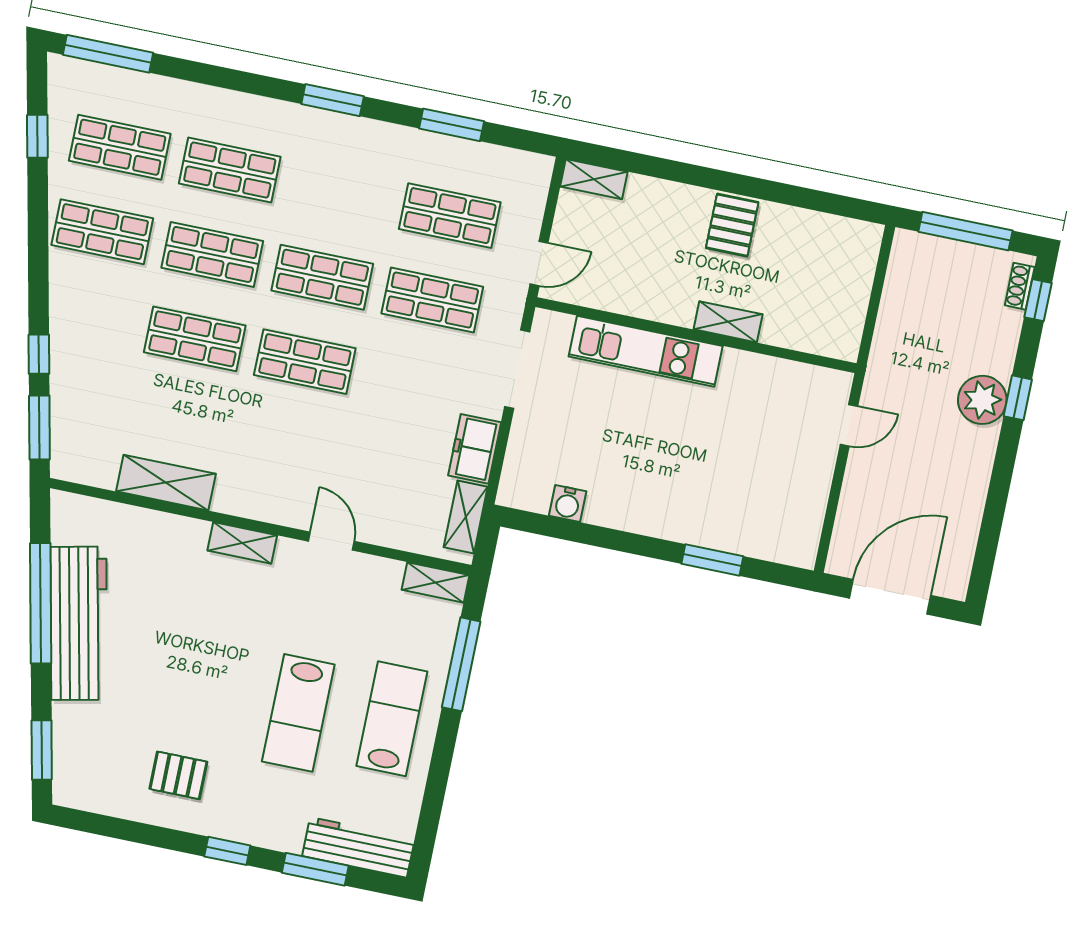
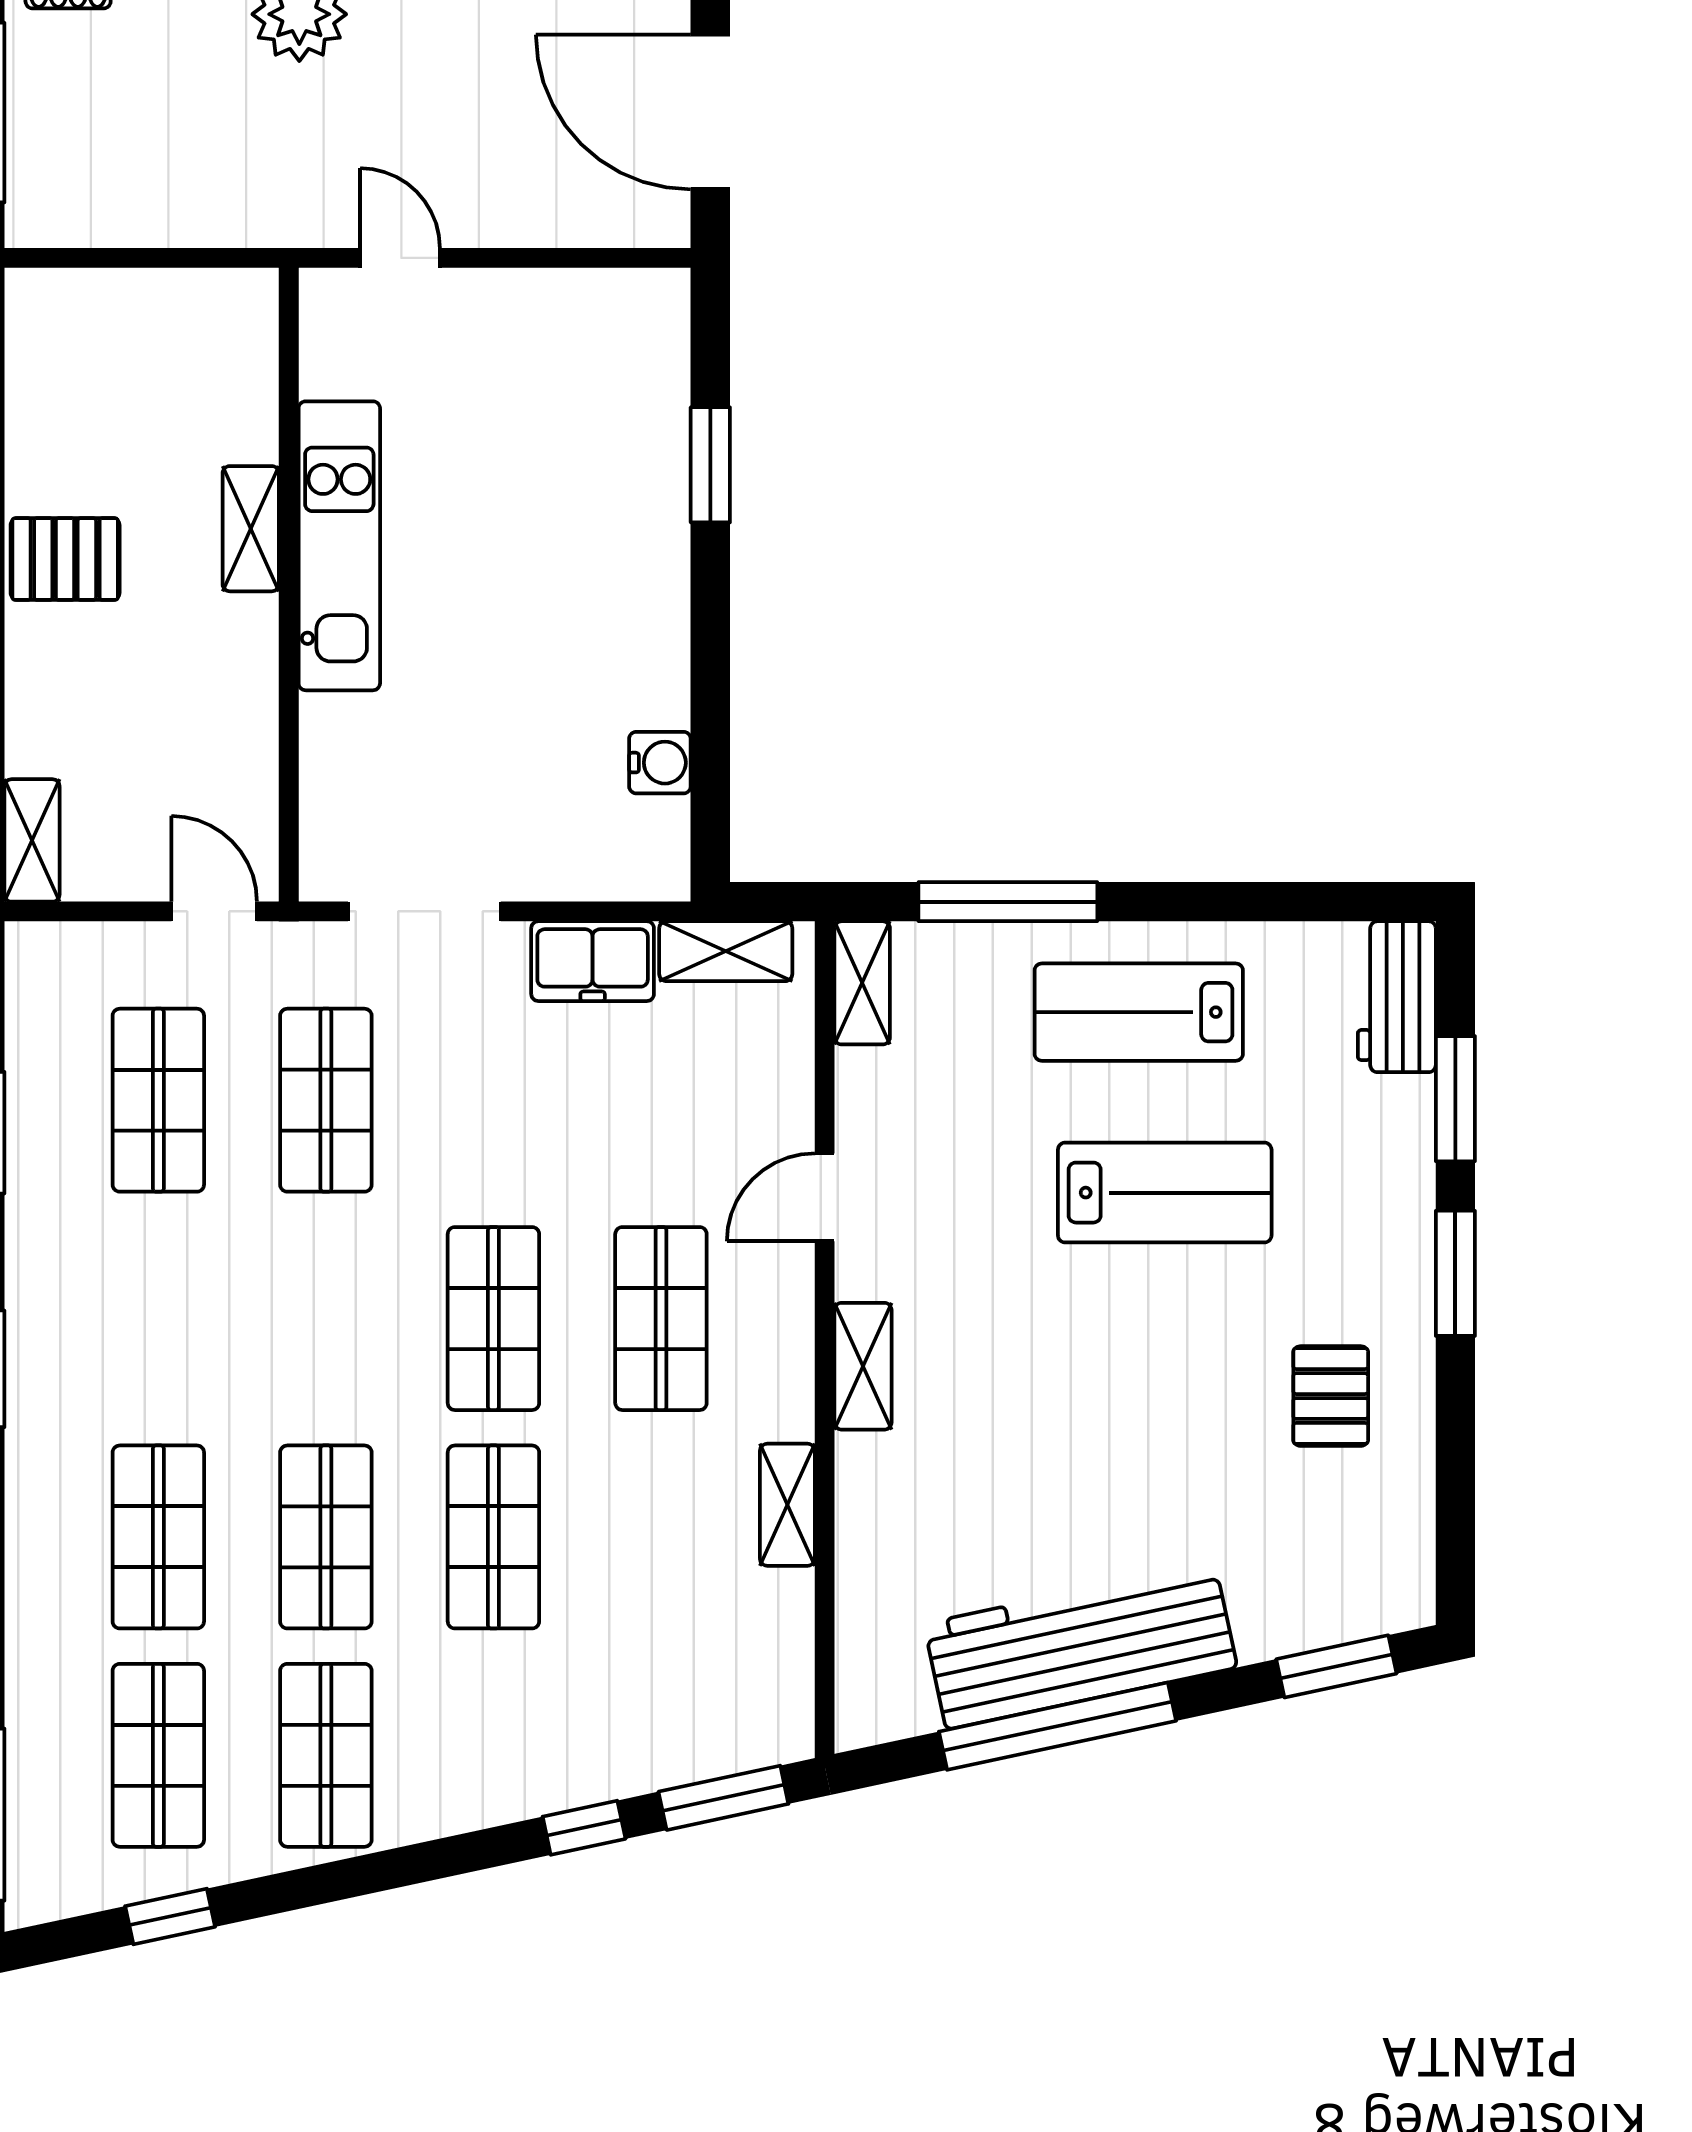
shop shelf: (322, 277) -> (661, 1319), moved
kitchen unit: (646, 351) -> (339, 546), moved
shelving: (166, 483) -> (787, 1505), width x0.67, depth x0.75
workbench: (358, 847) -> (1397, 997), width x0.73
window: (227, 851) -> (1455, 1273), width x1.50

